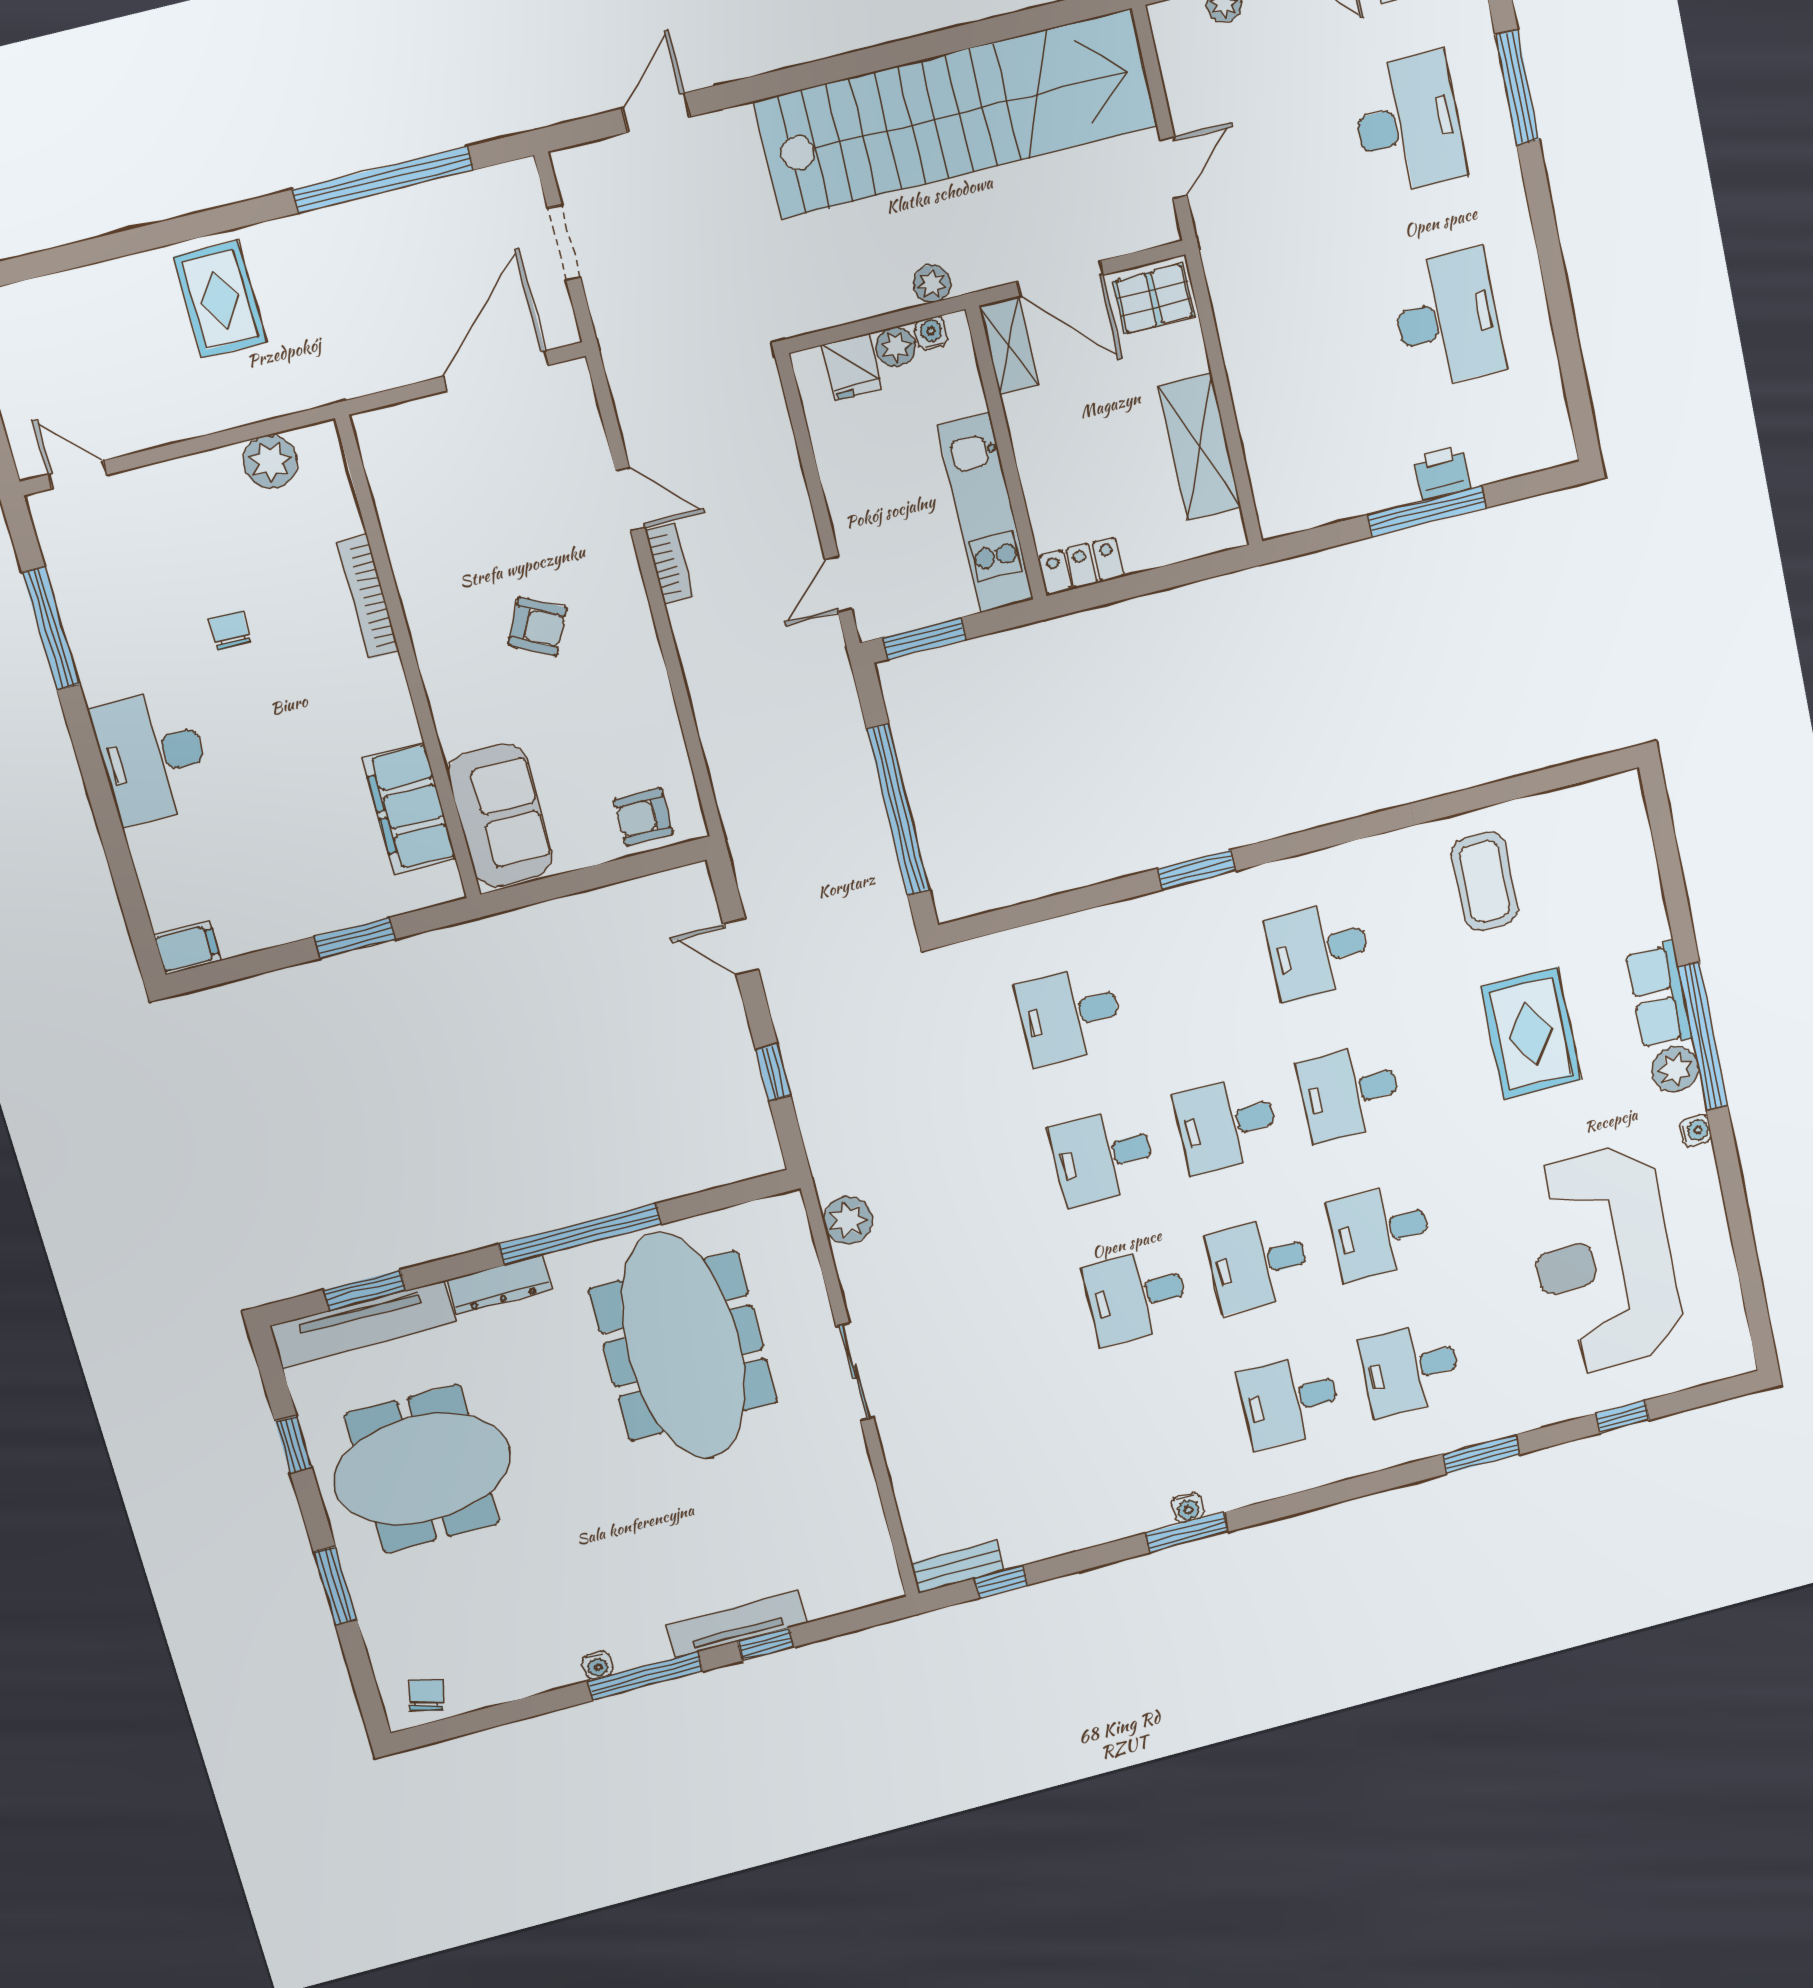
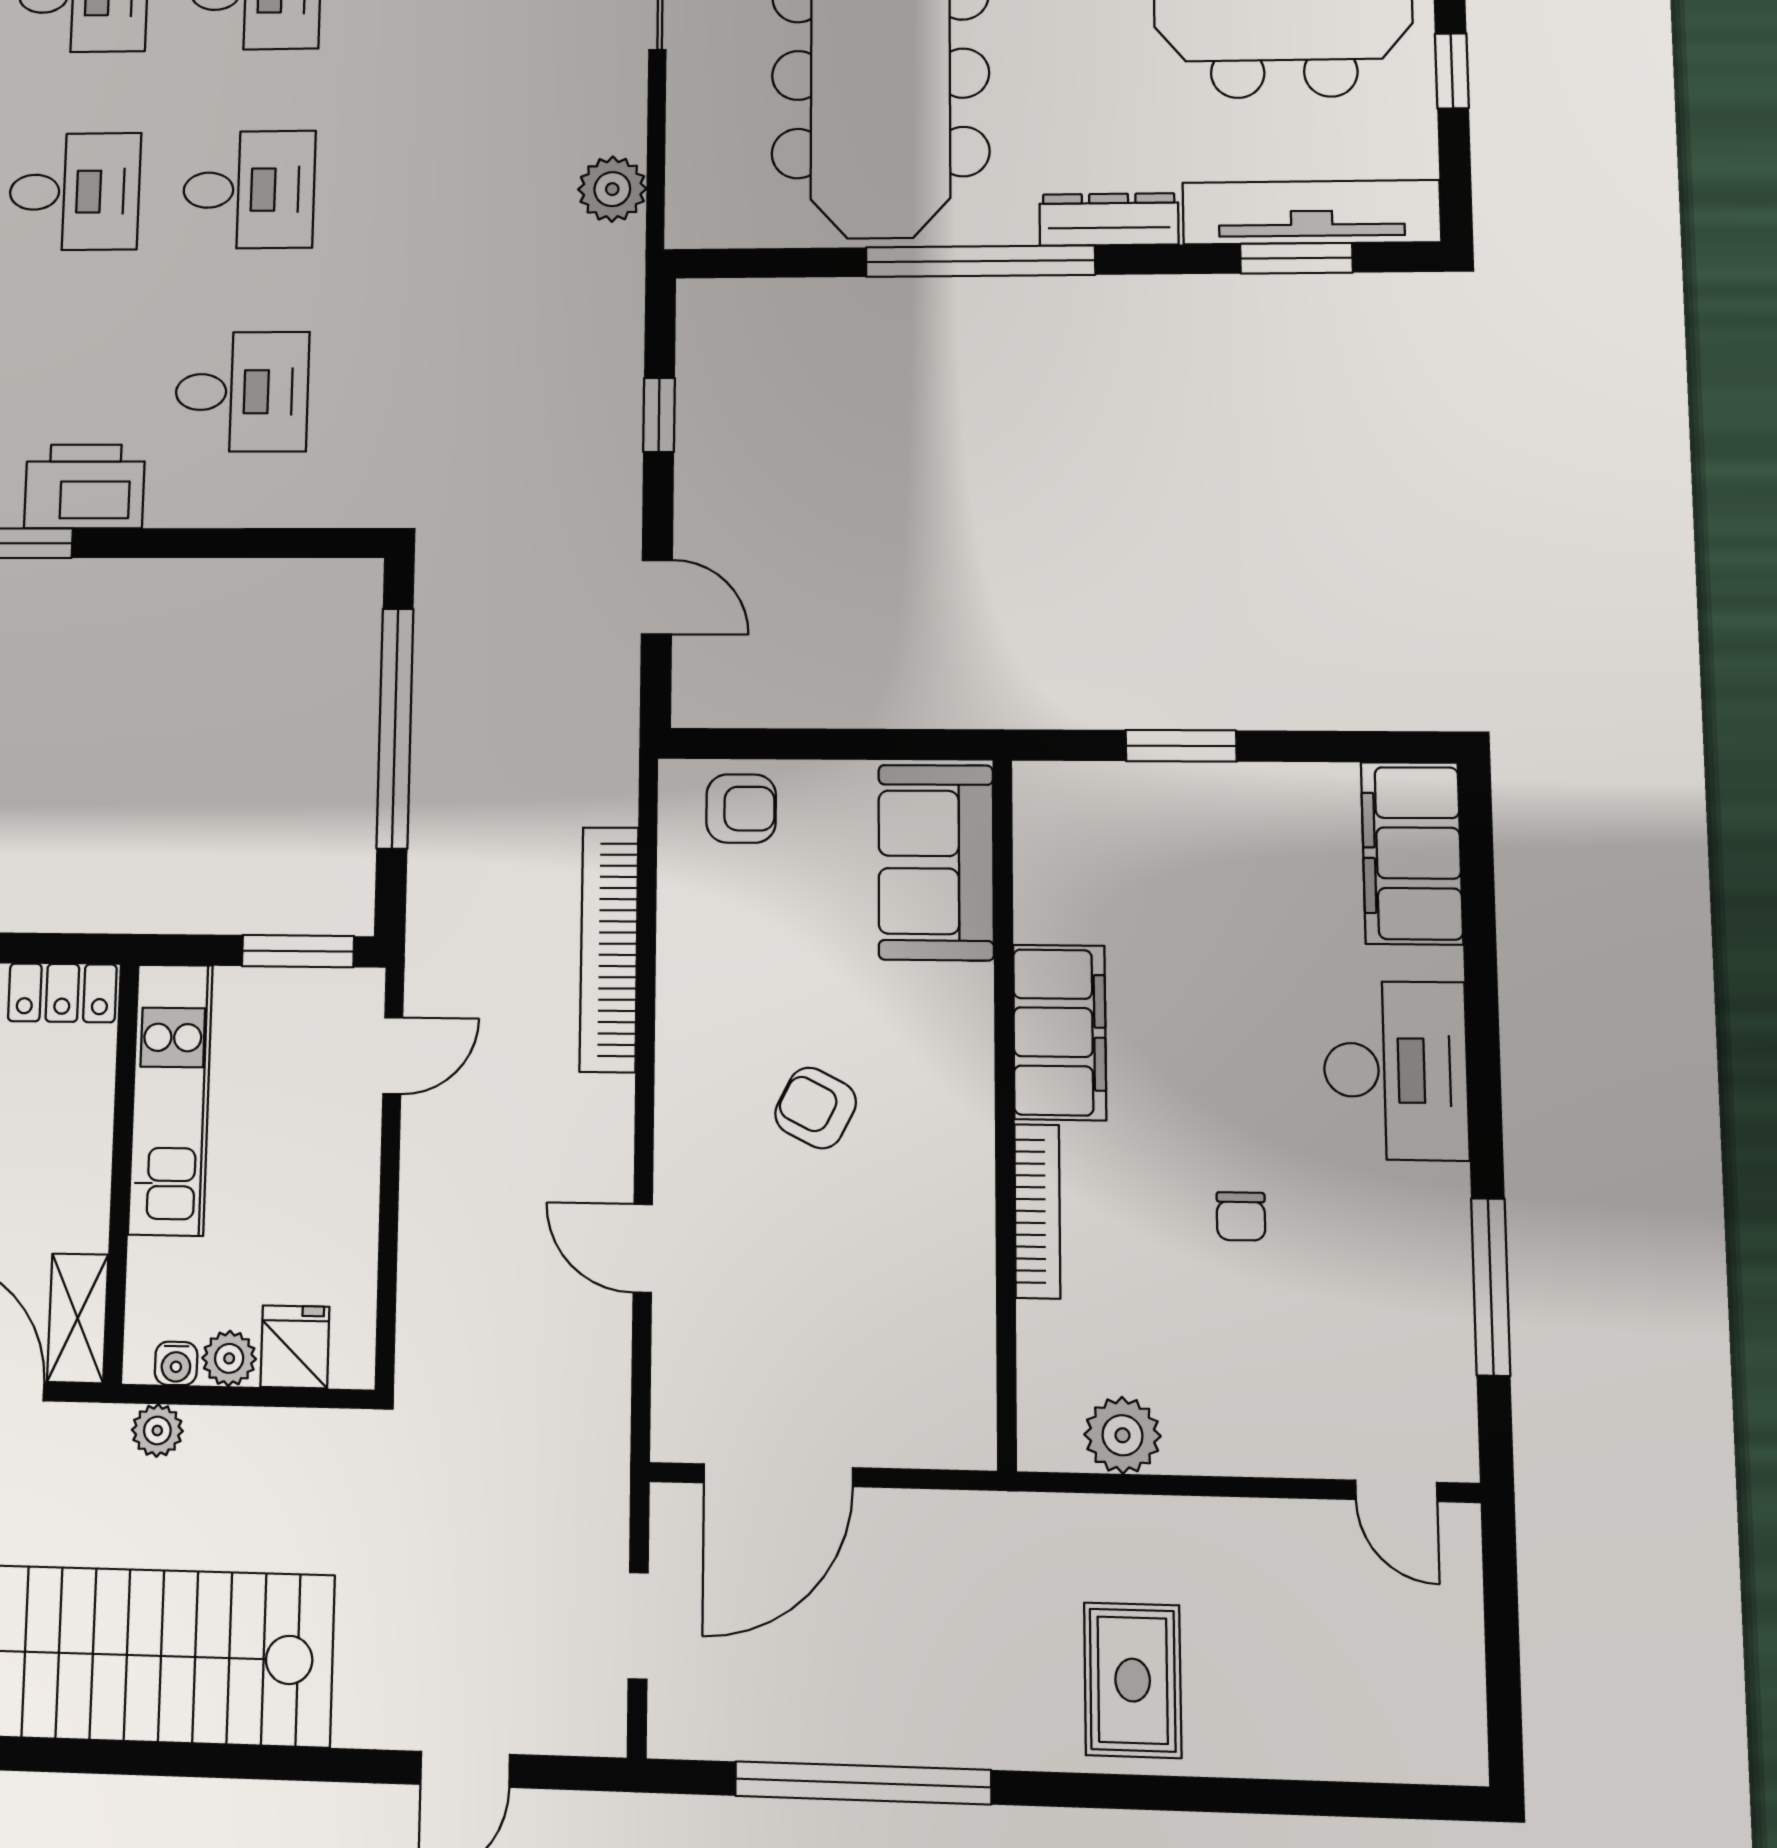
bookcase: (669, 564) -> (609, 949), moved, width x2.31, depth x1.31
filing cabinet: (409, 808) -> (1060, 1032), moved
printer: (1163, 921) -> (85, 487), added
filing cabinet: (188, 948) -> (1412, 853), width x3.00, depth x1.17

